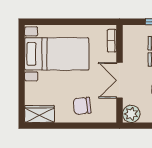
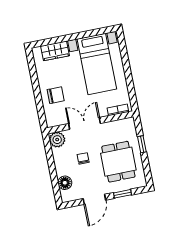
chair: (82, 106) -> (56, 95), turned 96
wardrobe: (40, 114) -> (55, 51), moved, turned 90

